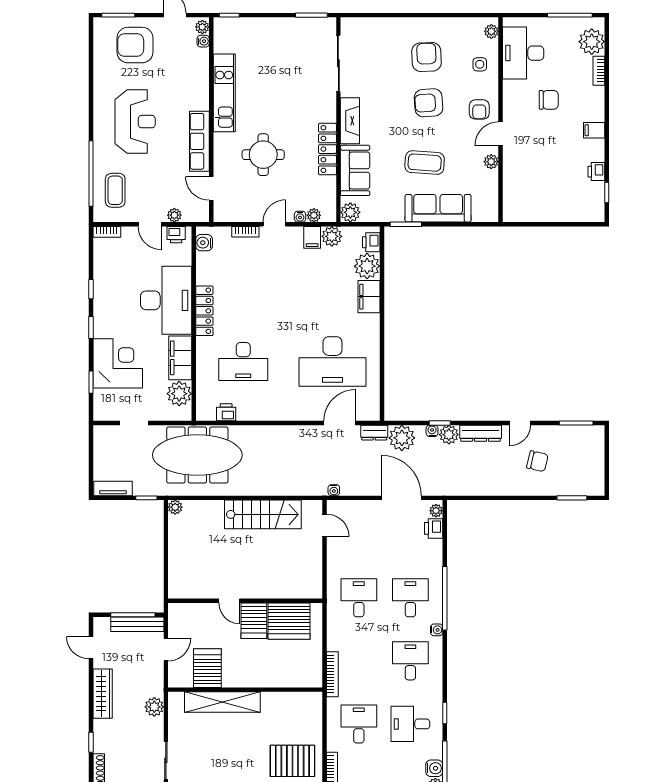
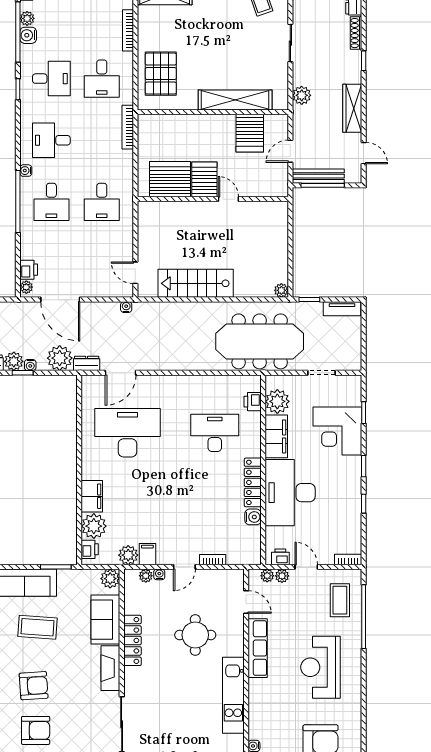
armchair: (426, 57) -> (36, 730), turned -88
plant: (190, 215) -> (267, 576), added
water cooler: (204, 243) -> (253, 517), moved
printer: (226, 412) -> (253, 402), moved, turned 90
desk: (410, 661) -> (51, 140), turned 90
pallet: (292, 761) -> (161, 74), moved, turned 90

